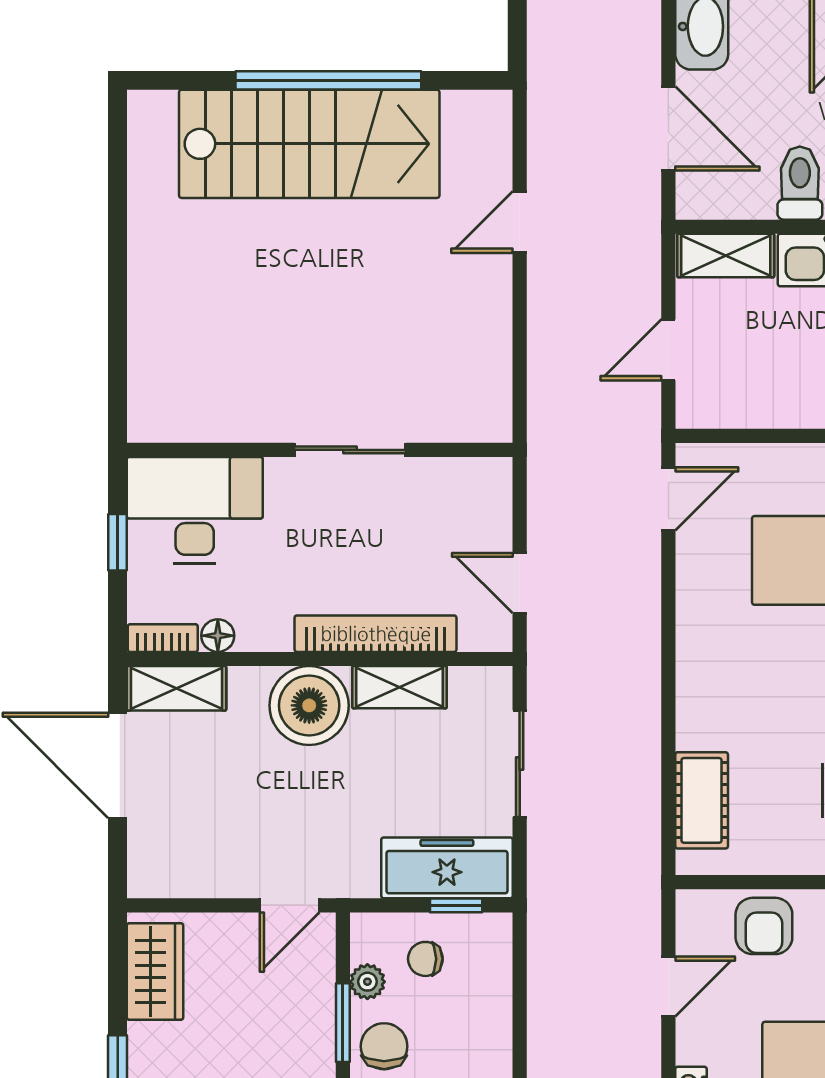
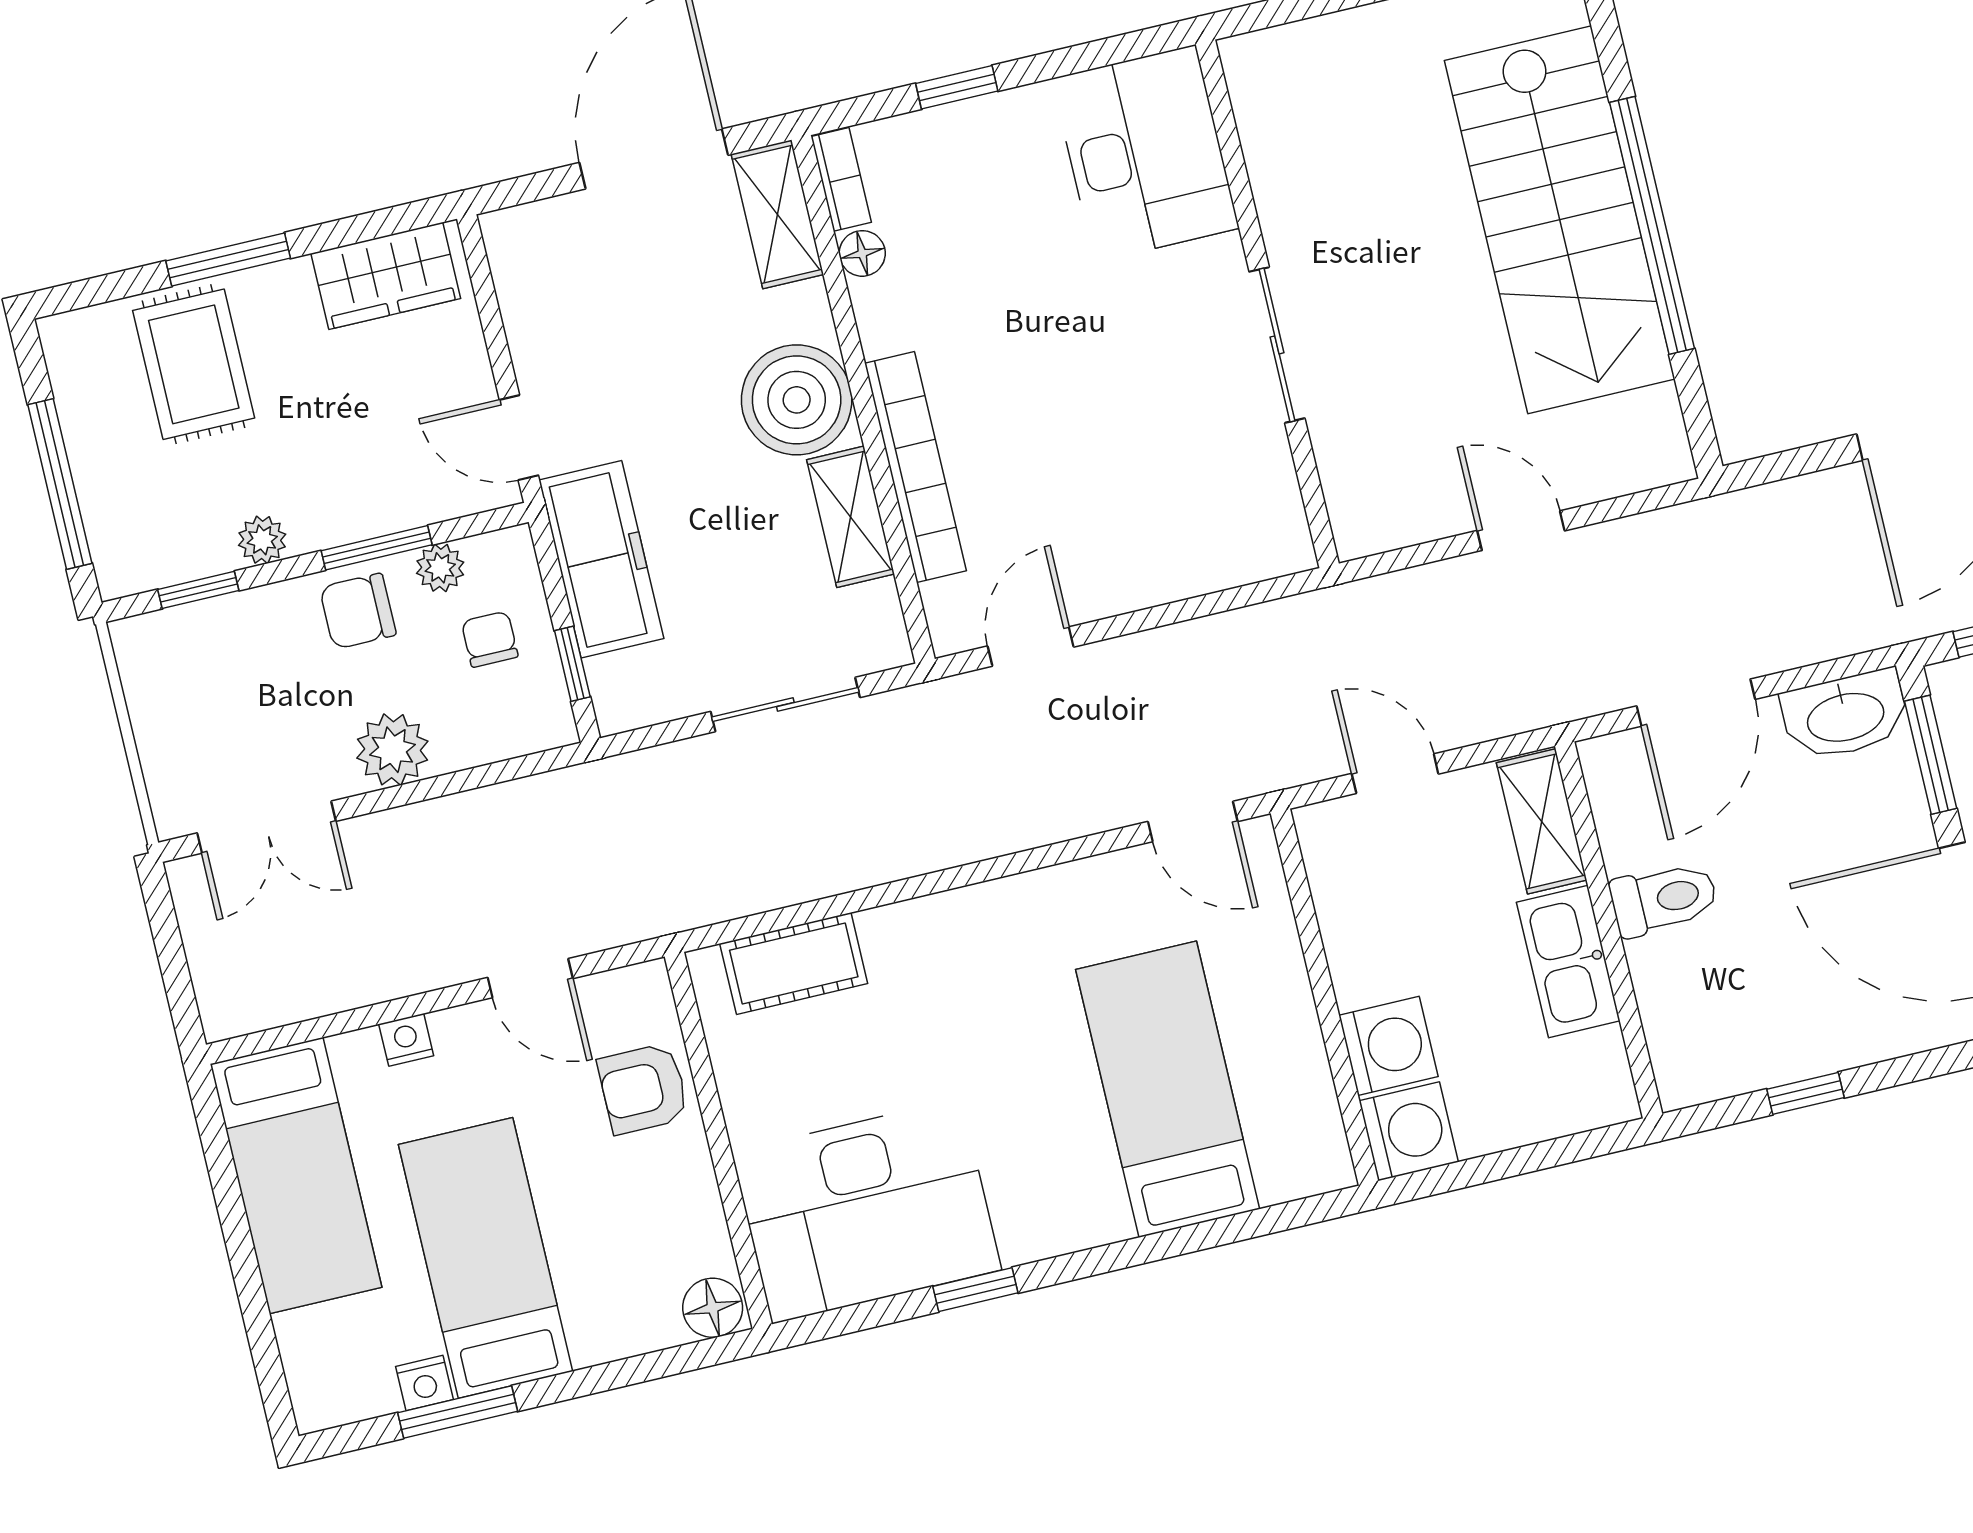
wall: (320, 450) -> (1267, 304), moved
sliding door: (350, 450) -> (1277, 345), moved
desk: (195, 510) -> (1145, 153), moved
freezer: (447, 868) -> (601, 559), moved
plant: (486, 1045) -> (392, 750), added
chair: (384, 1046) -> (358, 611), turned 180

